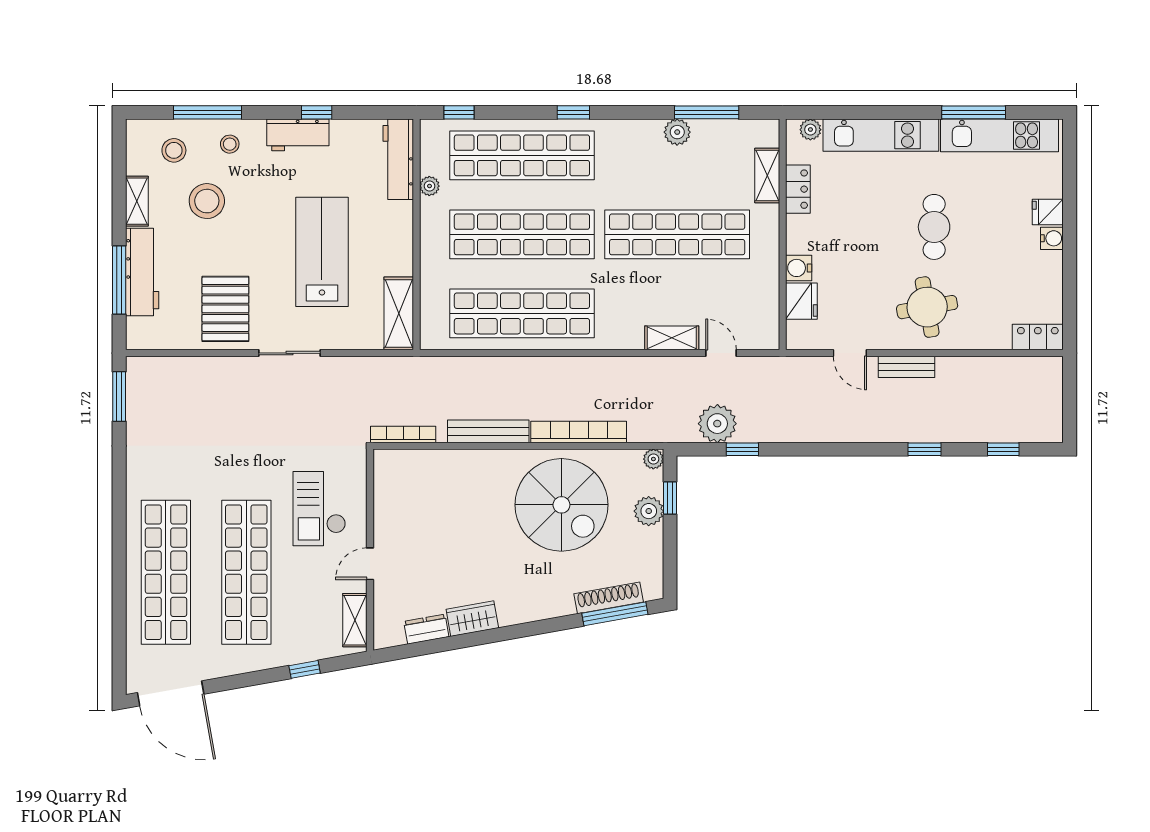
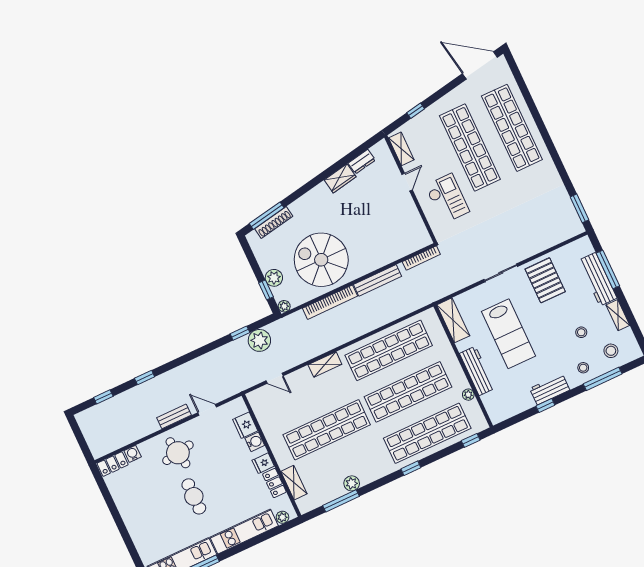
workbench: (398, 159) -> (477, 371), moved
stool: (207, 201) -> (581, 332), width x0.53, depth x0.53
fridge: (1048, 212) -> (263, 463), moved, turned 180
water cooler: (1052, 238) -> (133, 454), moved, turned 90
shelving: (672, 338) -> (325, 365), moved

